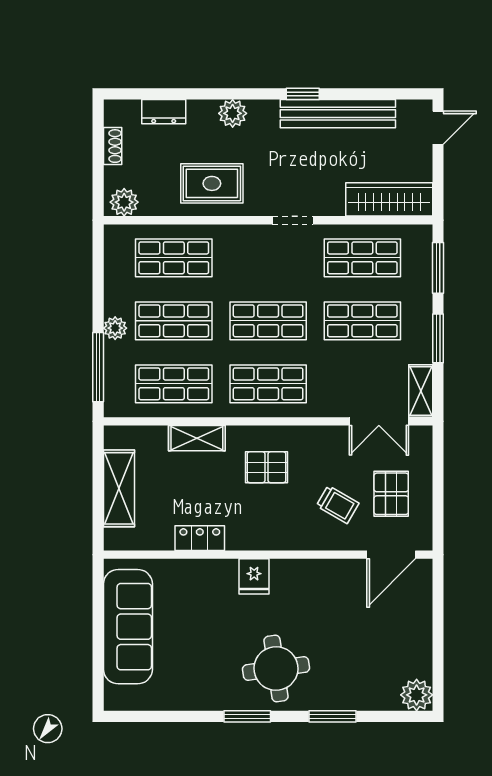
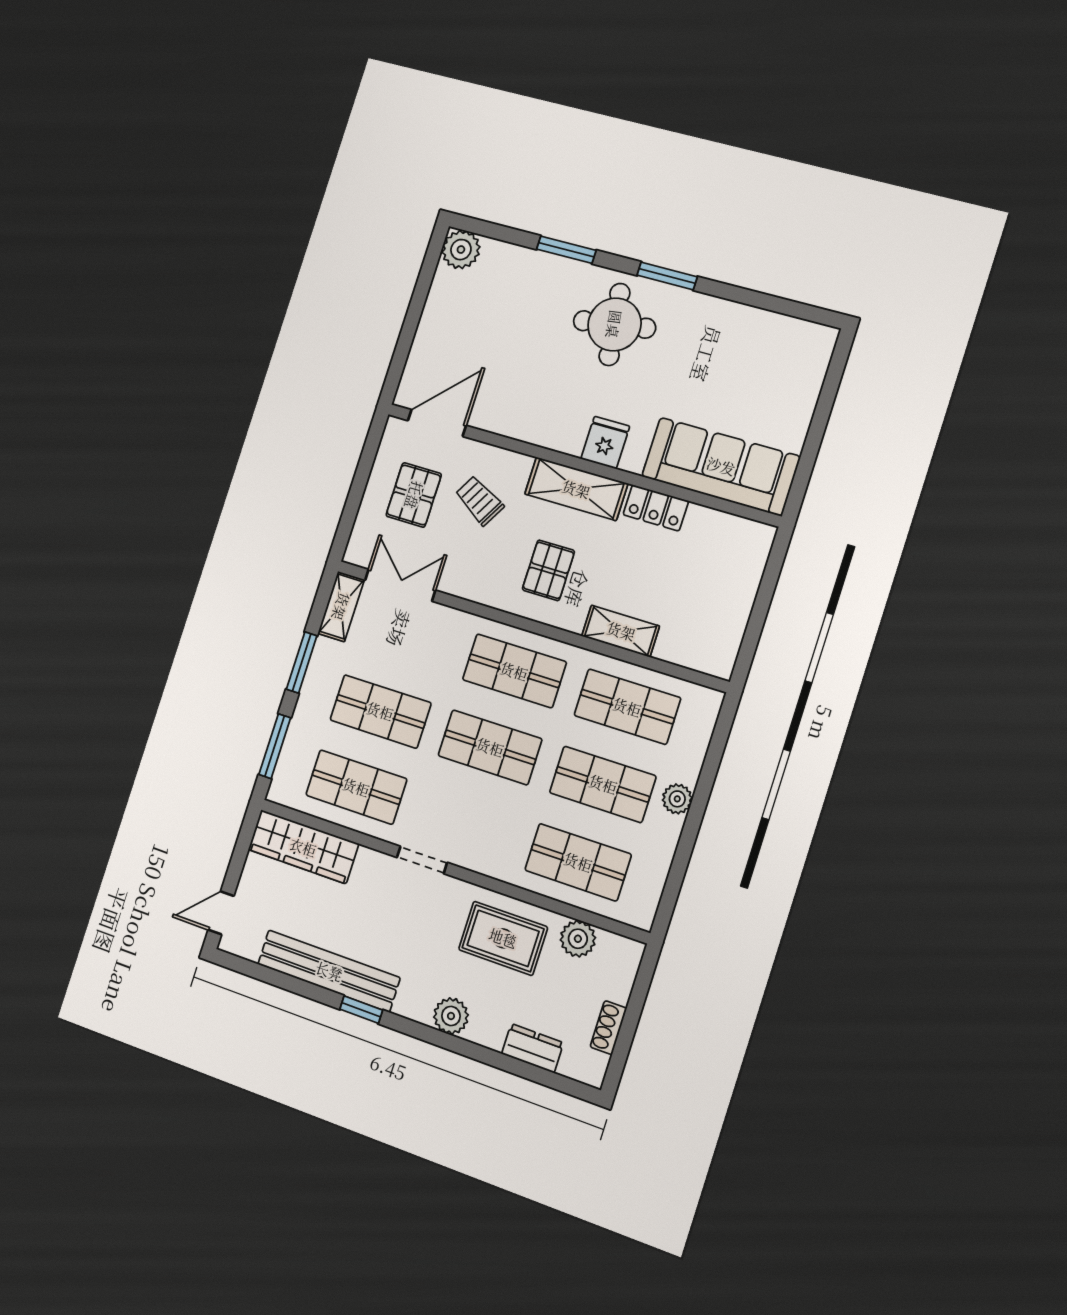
plant: (124, 202) -> (578, 939), moved
window: (98, 367) -> (714, 757), removed
pallet: (266, 467) -> (548, 570), turned 90
shelving: (119, 488) -> (576, 489), moved, turned 90
sofa: (128, 627) -> (721, 466), moved, turned 90

